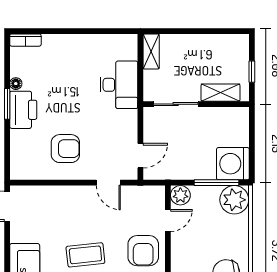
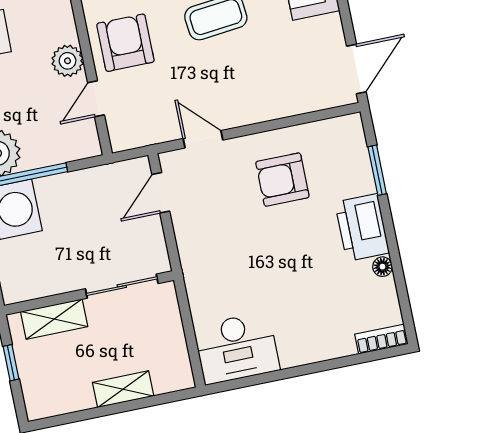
shelving: (151, 51) -> (123, 389), moved, turned 90
desk: (119, 85) -> (237, 348), moved, turned -90
window: (7, 104) -> (377, 170), moved
plant: (180, 195) -> (67, 61), moved

